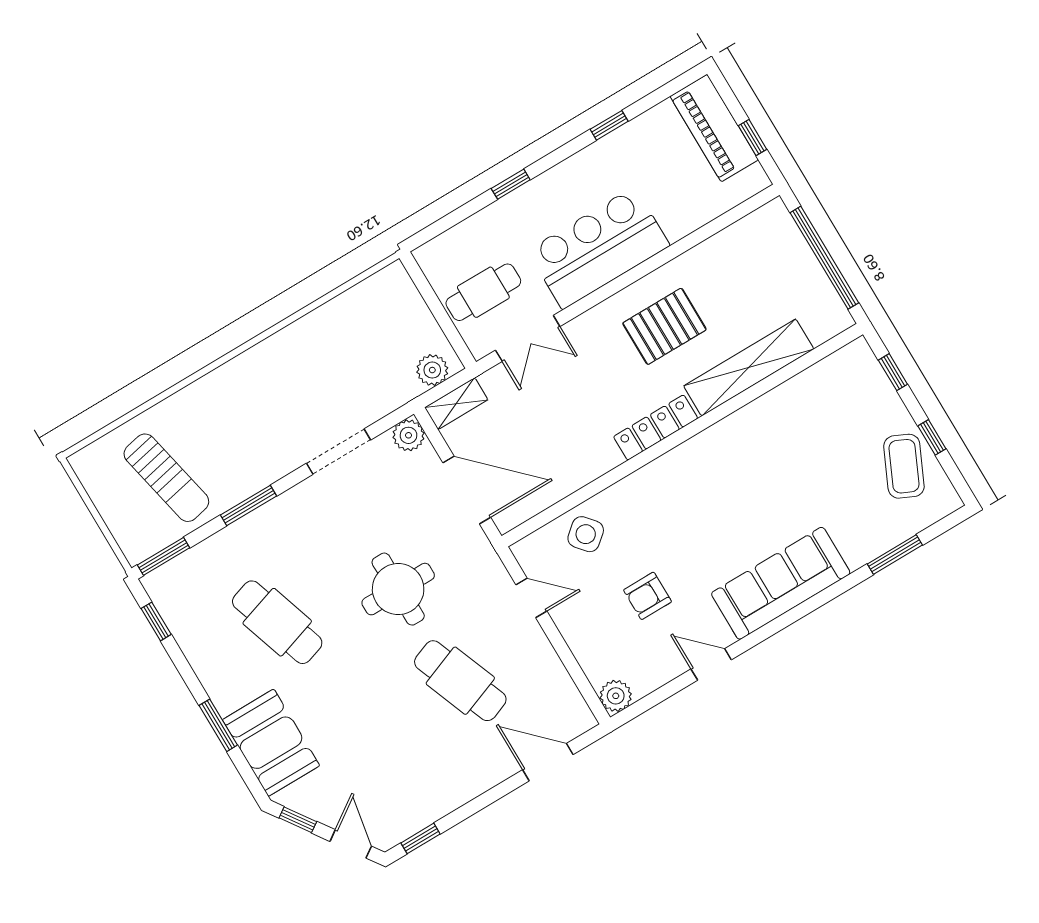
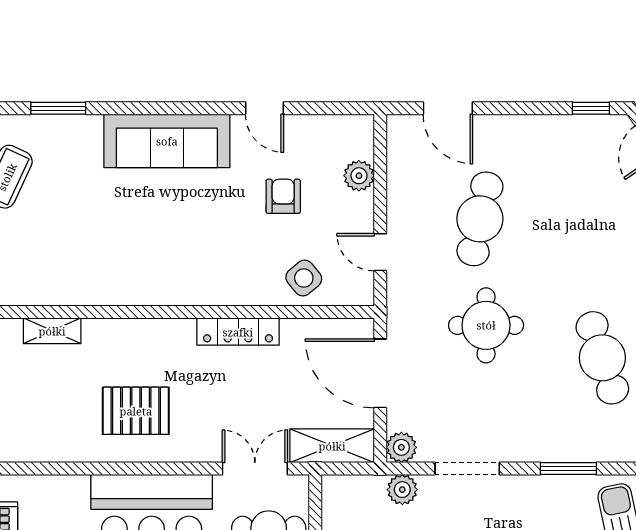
shelving: (749, 367) -> (52, 331), width x0.45, depth x0.75
plant: (432, 370) -> (402, 490), moved
shelving: (456, 404) -> (332, 446), width x1.50, depth x1.33
locker: (656, 428) -> (238, 332), moved
armchair: (648, 596) -> (283, 196), turned -90
cafe table: (460, 681) -> (480, 219), turned 33
plant: (616, 696) -> (359, 176), moved

